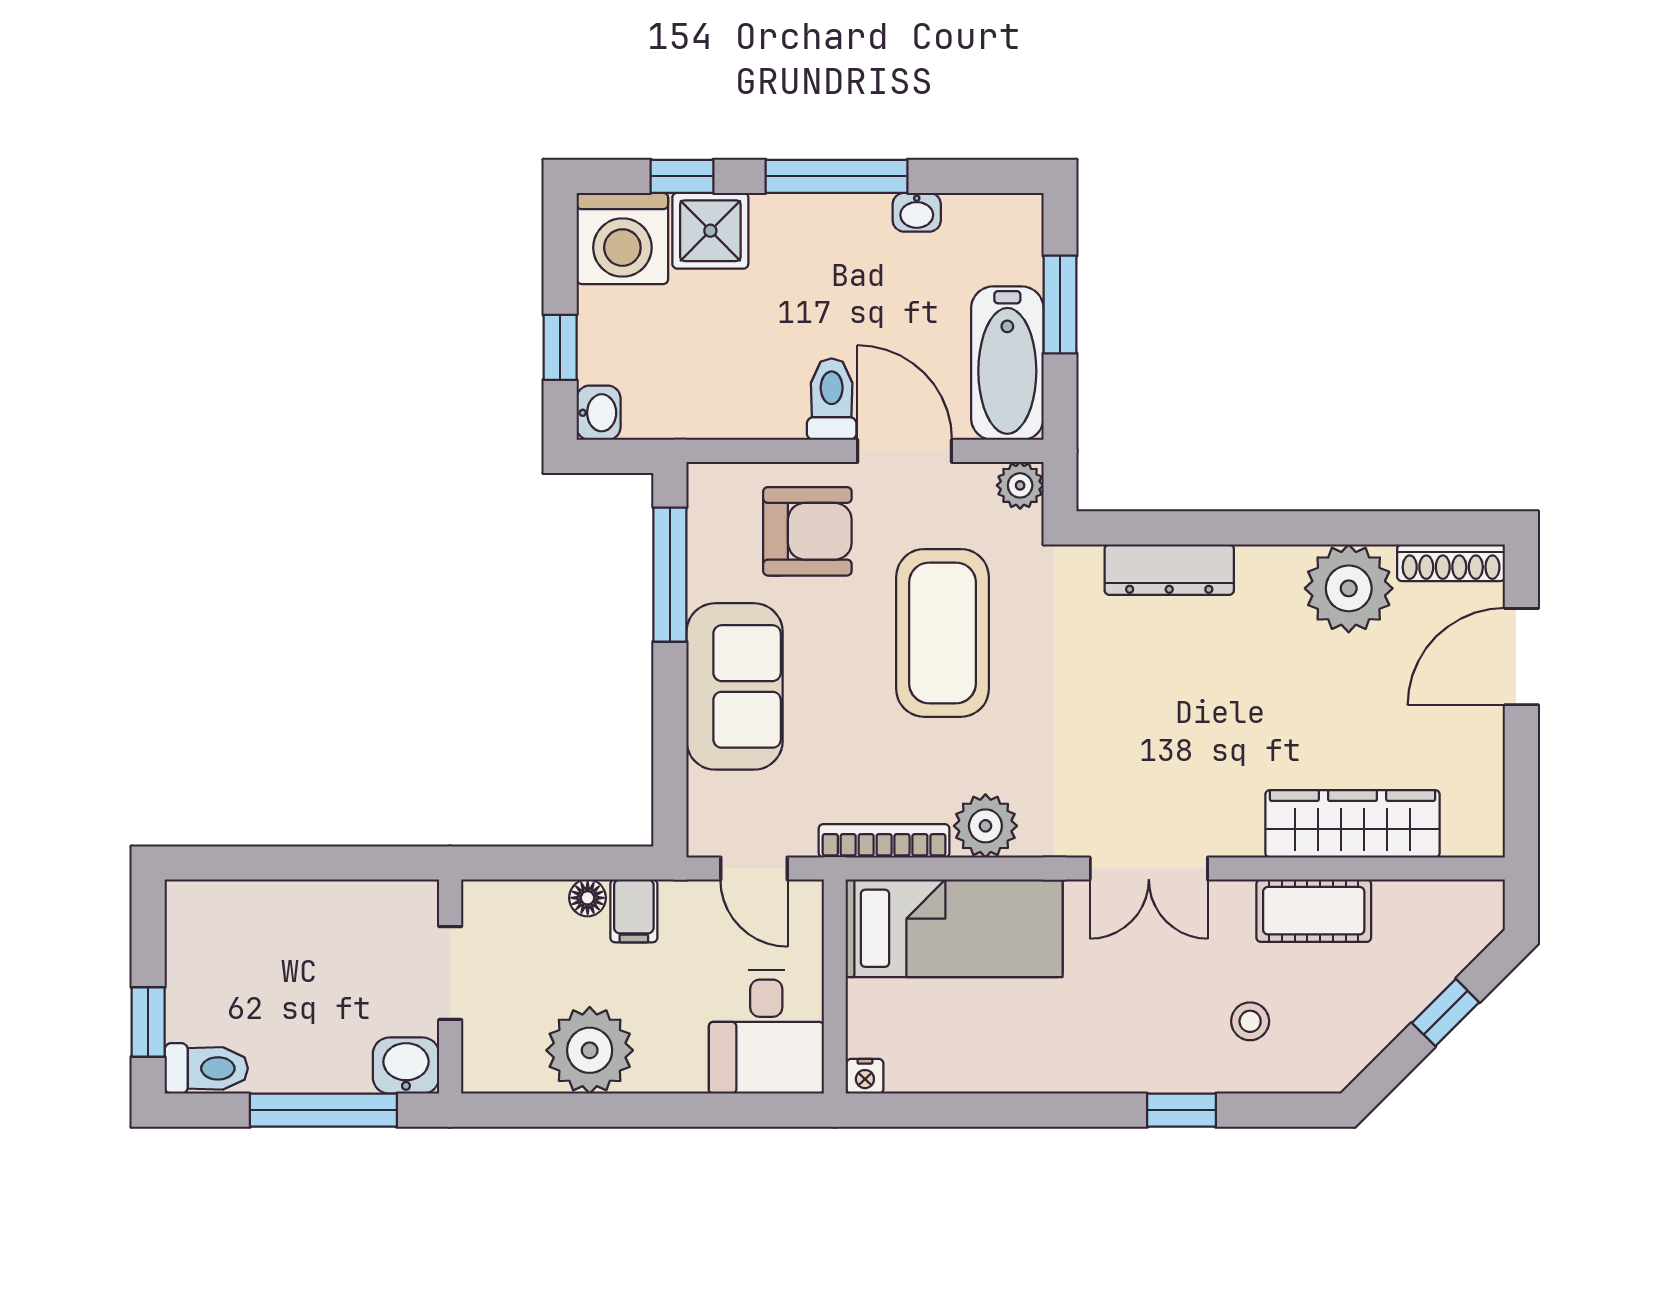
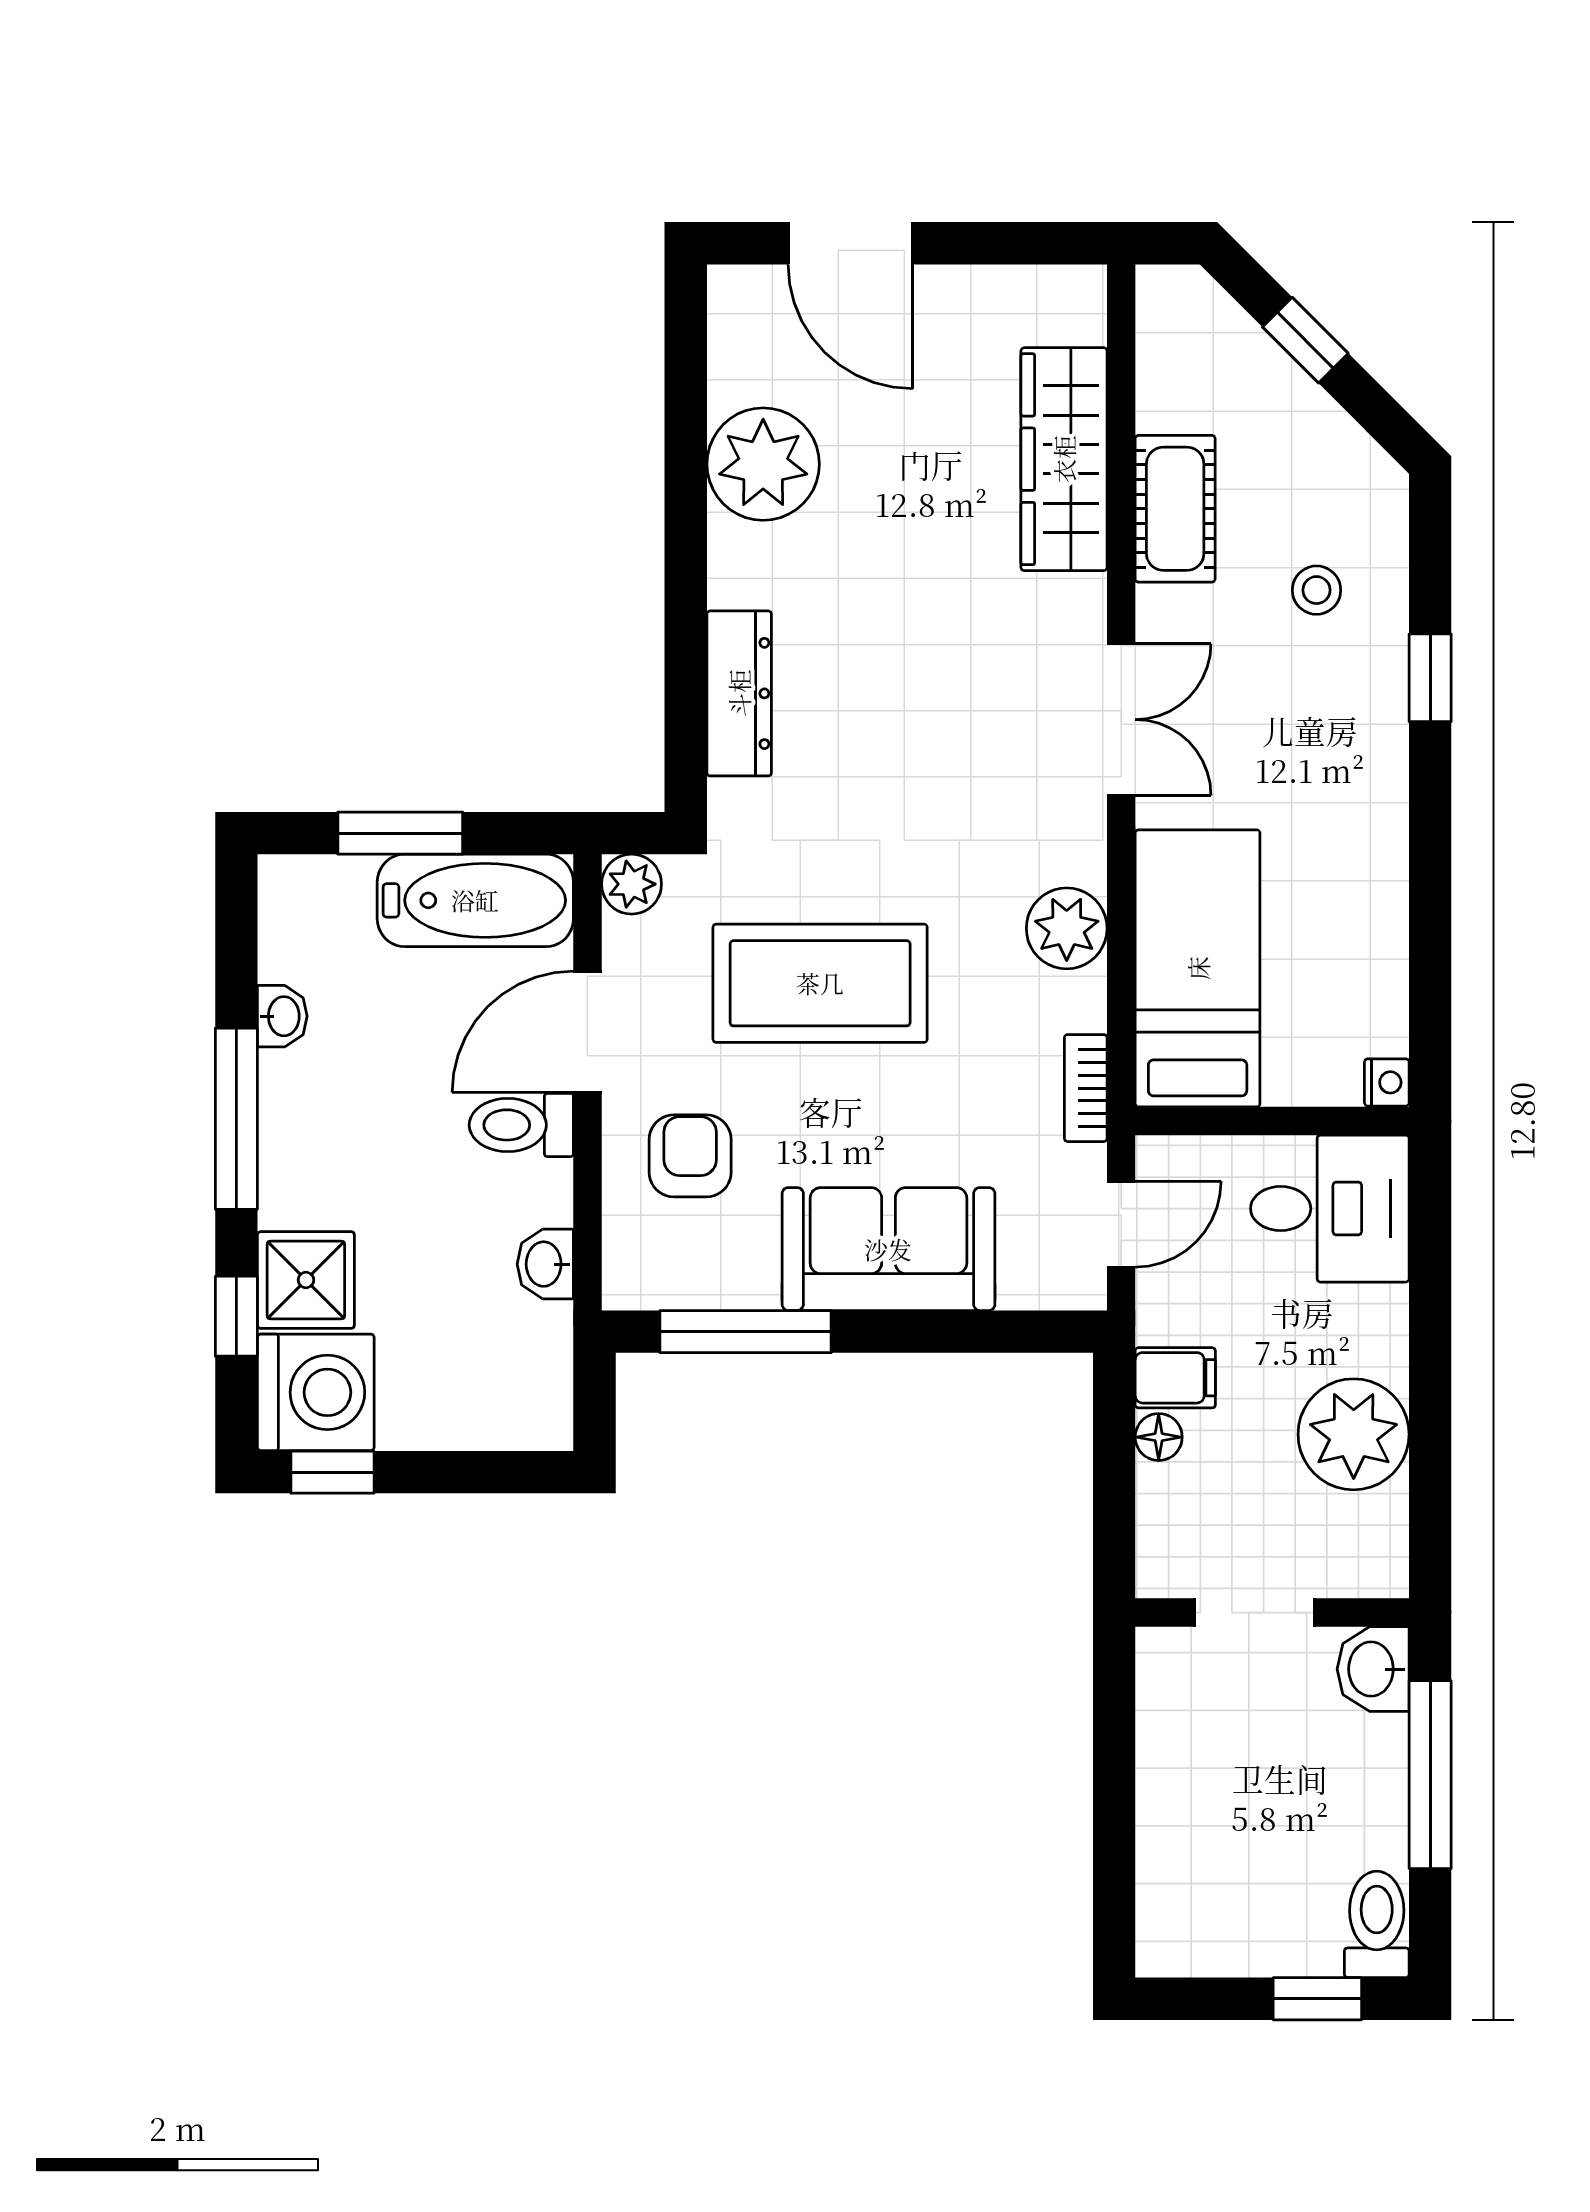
window: (560, 347) -> (332, 1472), moved
washbasin: (599, 413) -> (545, 1264), moved, turned -90
armchair: (807, 531) -> (690, 1156), width x0.72, depth x0.72
shoe rack: (1451, 563) -> (730, 333), removed
bookcase: (884, 841) -> (1086, 1088), width x0.64

